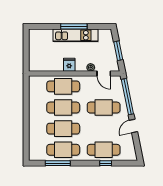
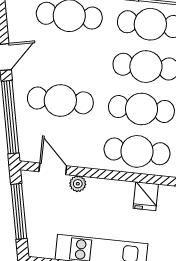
window: (118, 51) -> (19, 211), width x1.44
fridge: (69, 65) -> (146, 196), moved

